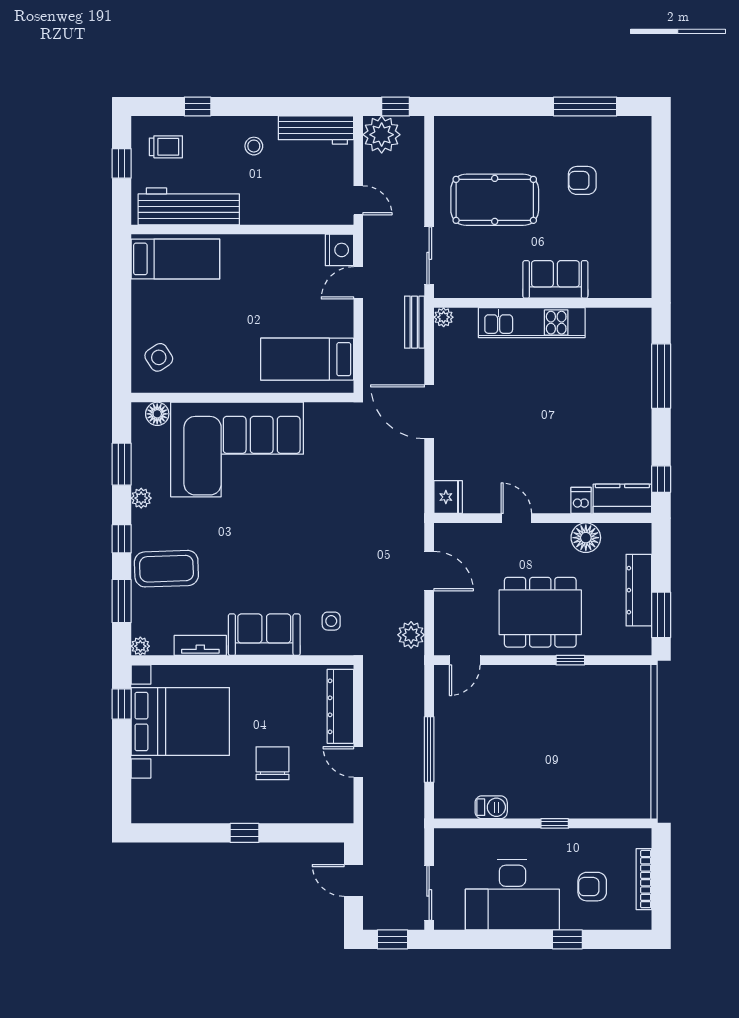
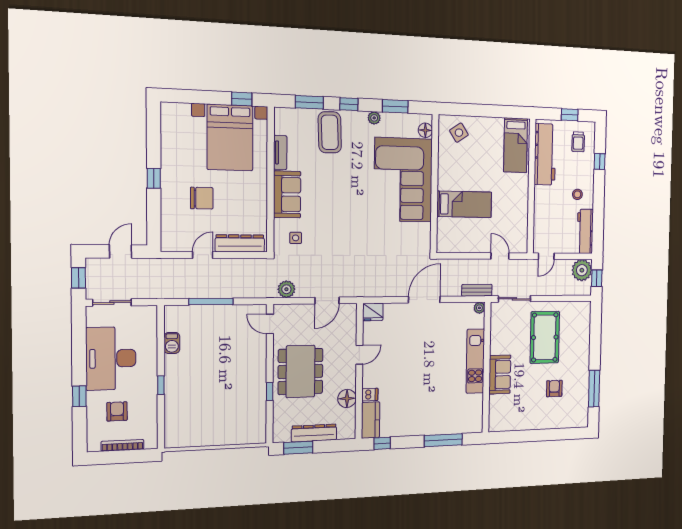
nightstand: (339, 250) -> (519, 245), removed
bed: (307, 359) -> (464, 204), moved, turned 90
plant: (140, 646) -> (280, 113), removed

